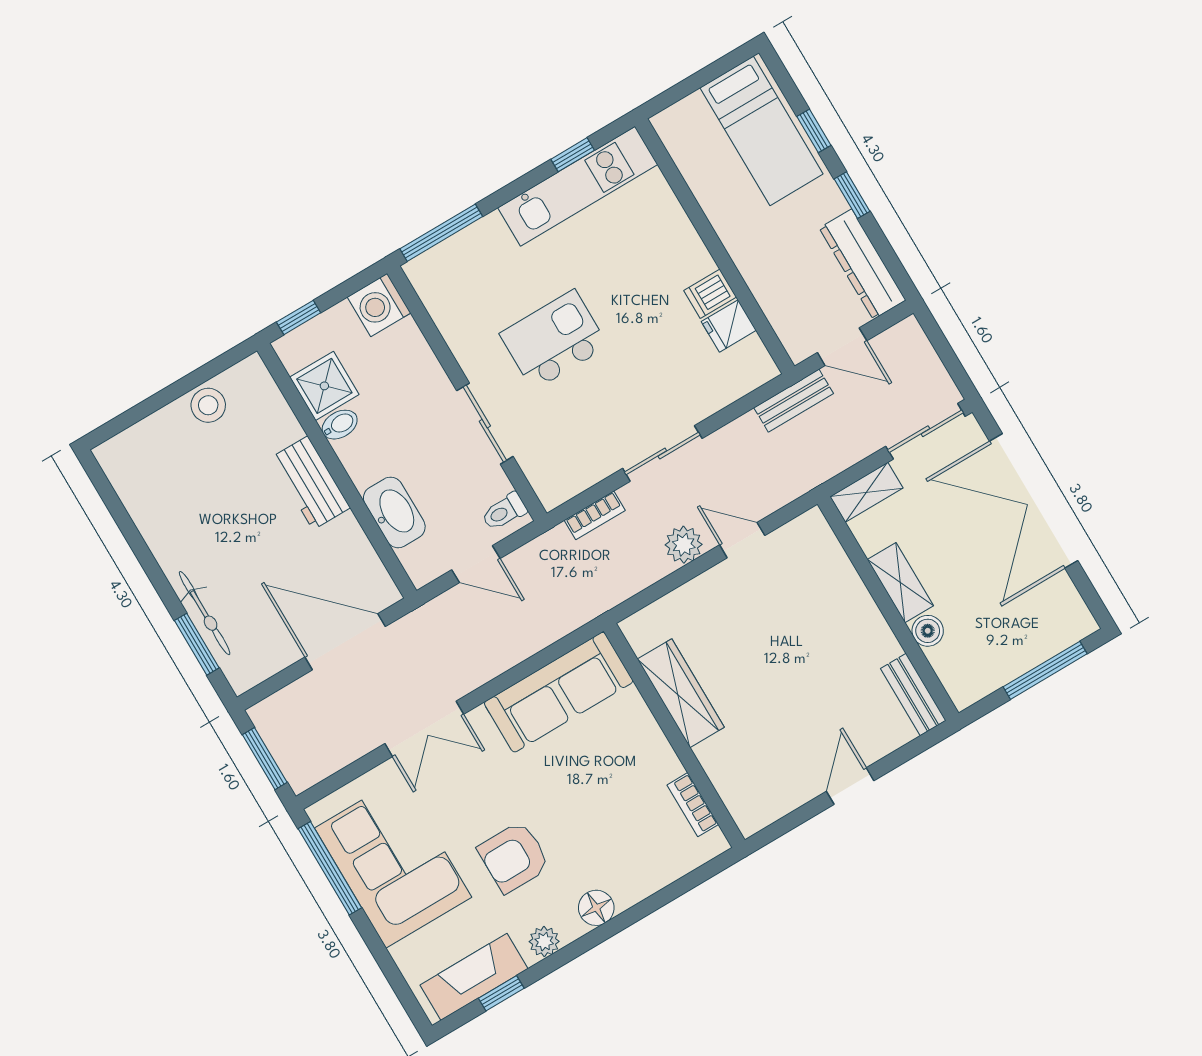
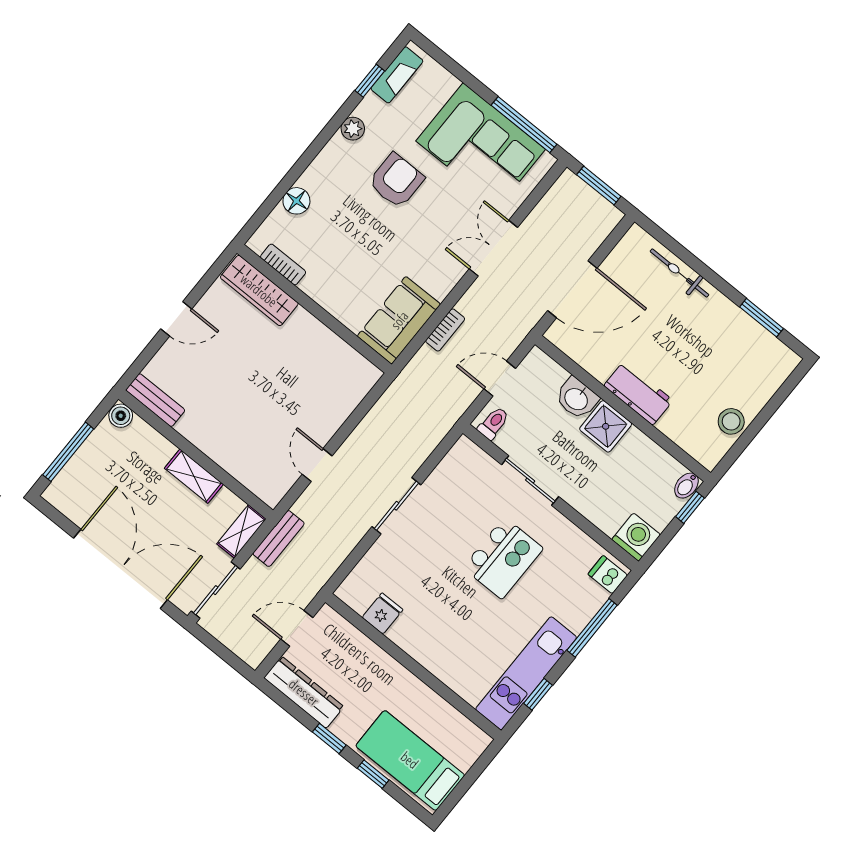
window: (441, 233) -> (592, 628), moved
dishwasher: (710, 294) -> (608, 575), moved, turned -90
shower: (324, 386) -> (606, 426), moved
bench: (794, 401) -> (279, 539), moved
bidet: (340, 425) -> (686, 486), moved
washbasin: (394, 512) -> (577, 398), width x0.72
bookcase: (595, 515) -> (445, 330), moved, turned 180
door: (742, 540) -> (317, 465), swing flipped
plant: (684, 545) -> (357, 447), removed
boiler: (928, 631) -> (121, 416), moved
window: (197, 644) -> (762, 318), moved
sofa: (559, 692) -> (399, 320), width x0.73
wardrobe: (681, 693) -> (259, 290), moved
door: (850, 786) -> (176, 319), hinge flipped
floor lamp: (596, 908) -> (296, 201), moved
fireplace: (474, 977) -> (397, 75), width x0.73, depth x0.76

